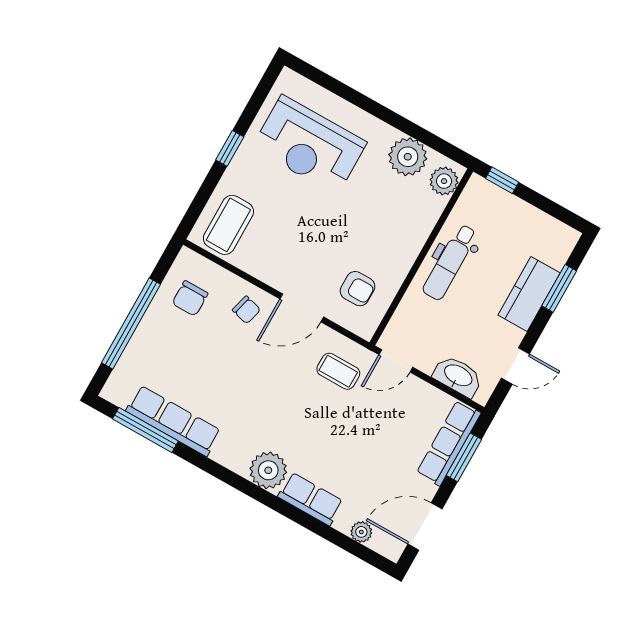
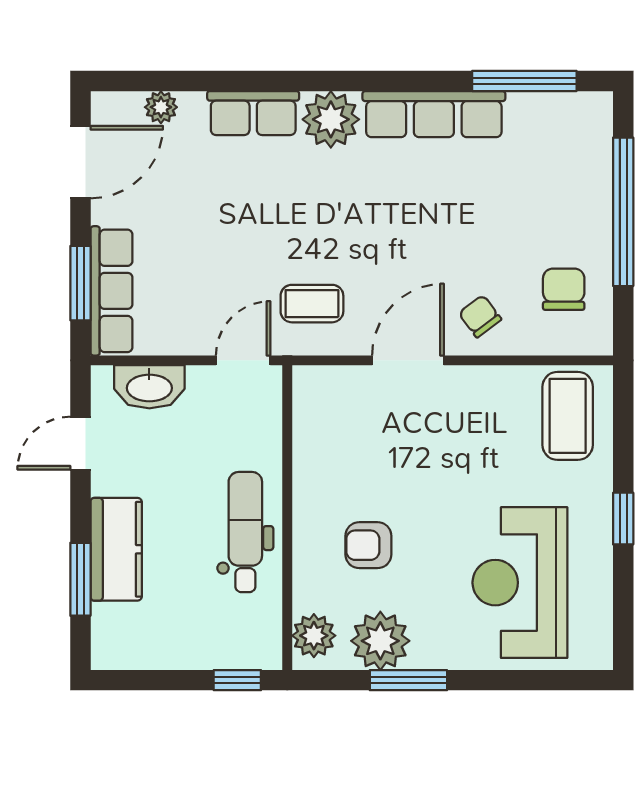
window: (404, 125) -> (408, 680), added
reception desk: (309, 145) -> (520, 583), turned -90
armchair: (357, 289) -> (368, 545), moved
chair: (246, 310) -> (480, 316), turned 38
row of seats: (173, 421) -> (434, 114), moved

